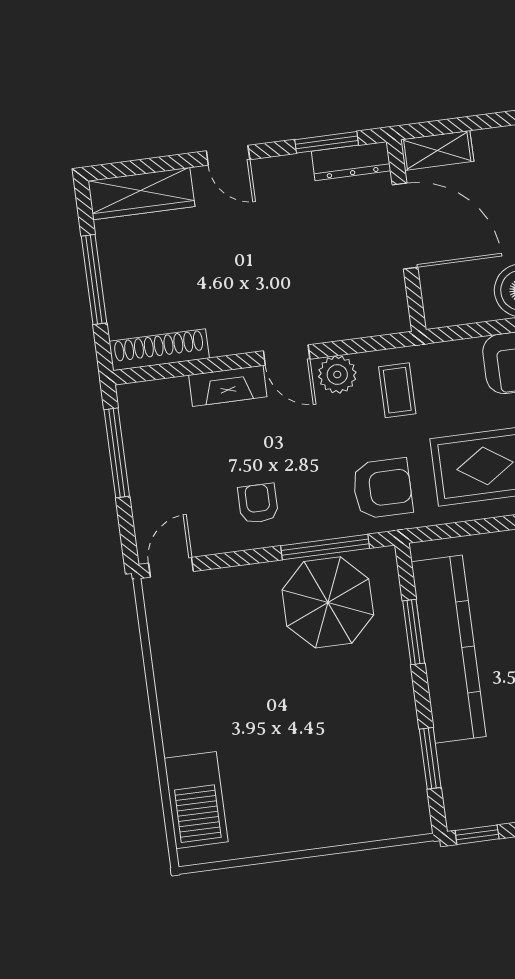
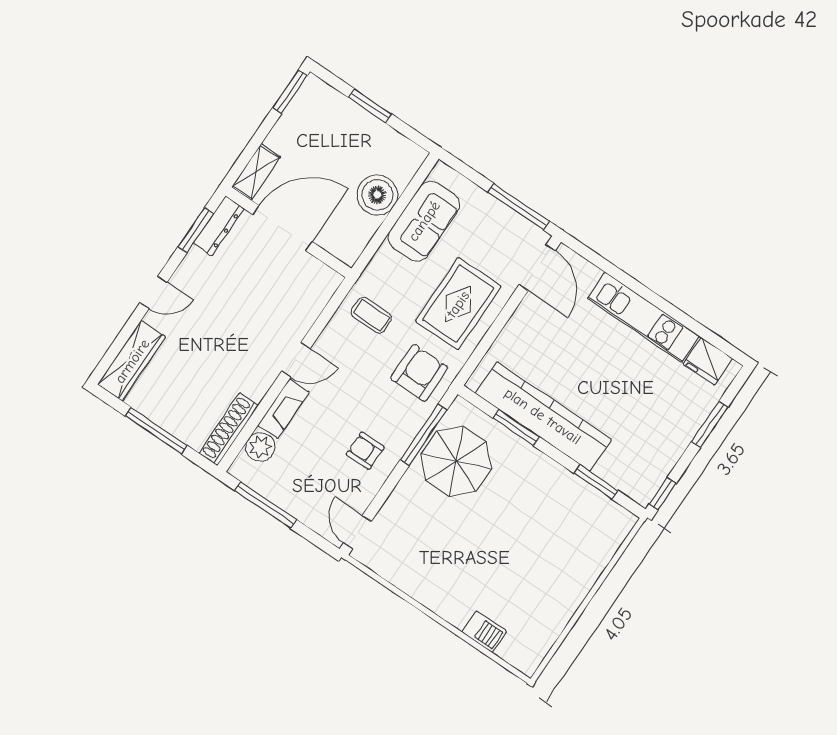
plant: (337, 375) -> (260, 447), moved
barbecue: (196, 800) -> (484, 632), width x0.53, depth x0.65

